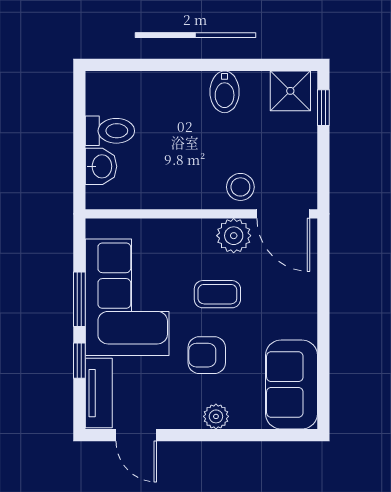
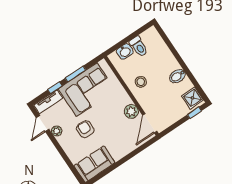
stool: (240, 187) -> (141, 82), moved
coffee table: (217, 294) -> (108, 119), removed
plant: (216, 416) -> (57, 131), moved

